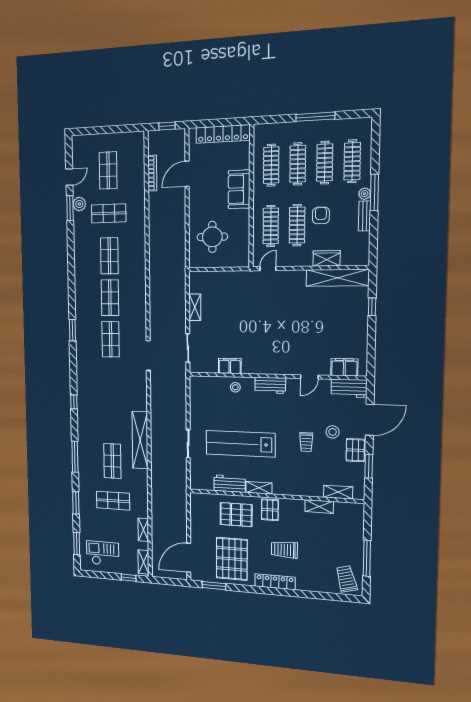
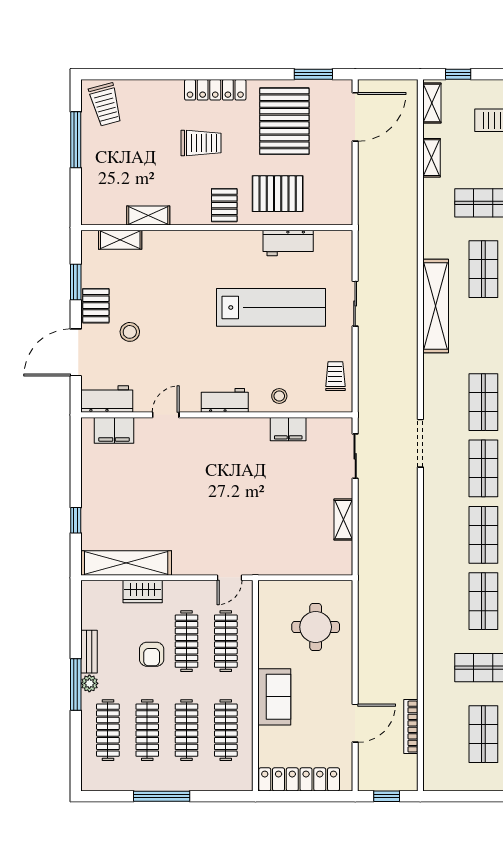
shop shelf: (111, 380) -> (483, 402), added
trolley: (306, 442) -> (335, 376), moved
shelving: (259, 488) -> (241, 239), removed

